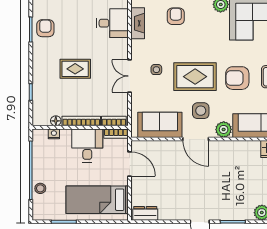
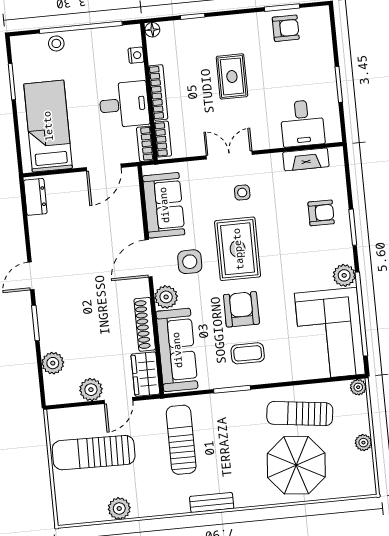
floor lamp: (56, 121) -> (152, 30), moved
shoe rack: (241, 146) -> (145, 324), added

